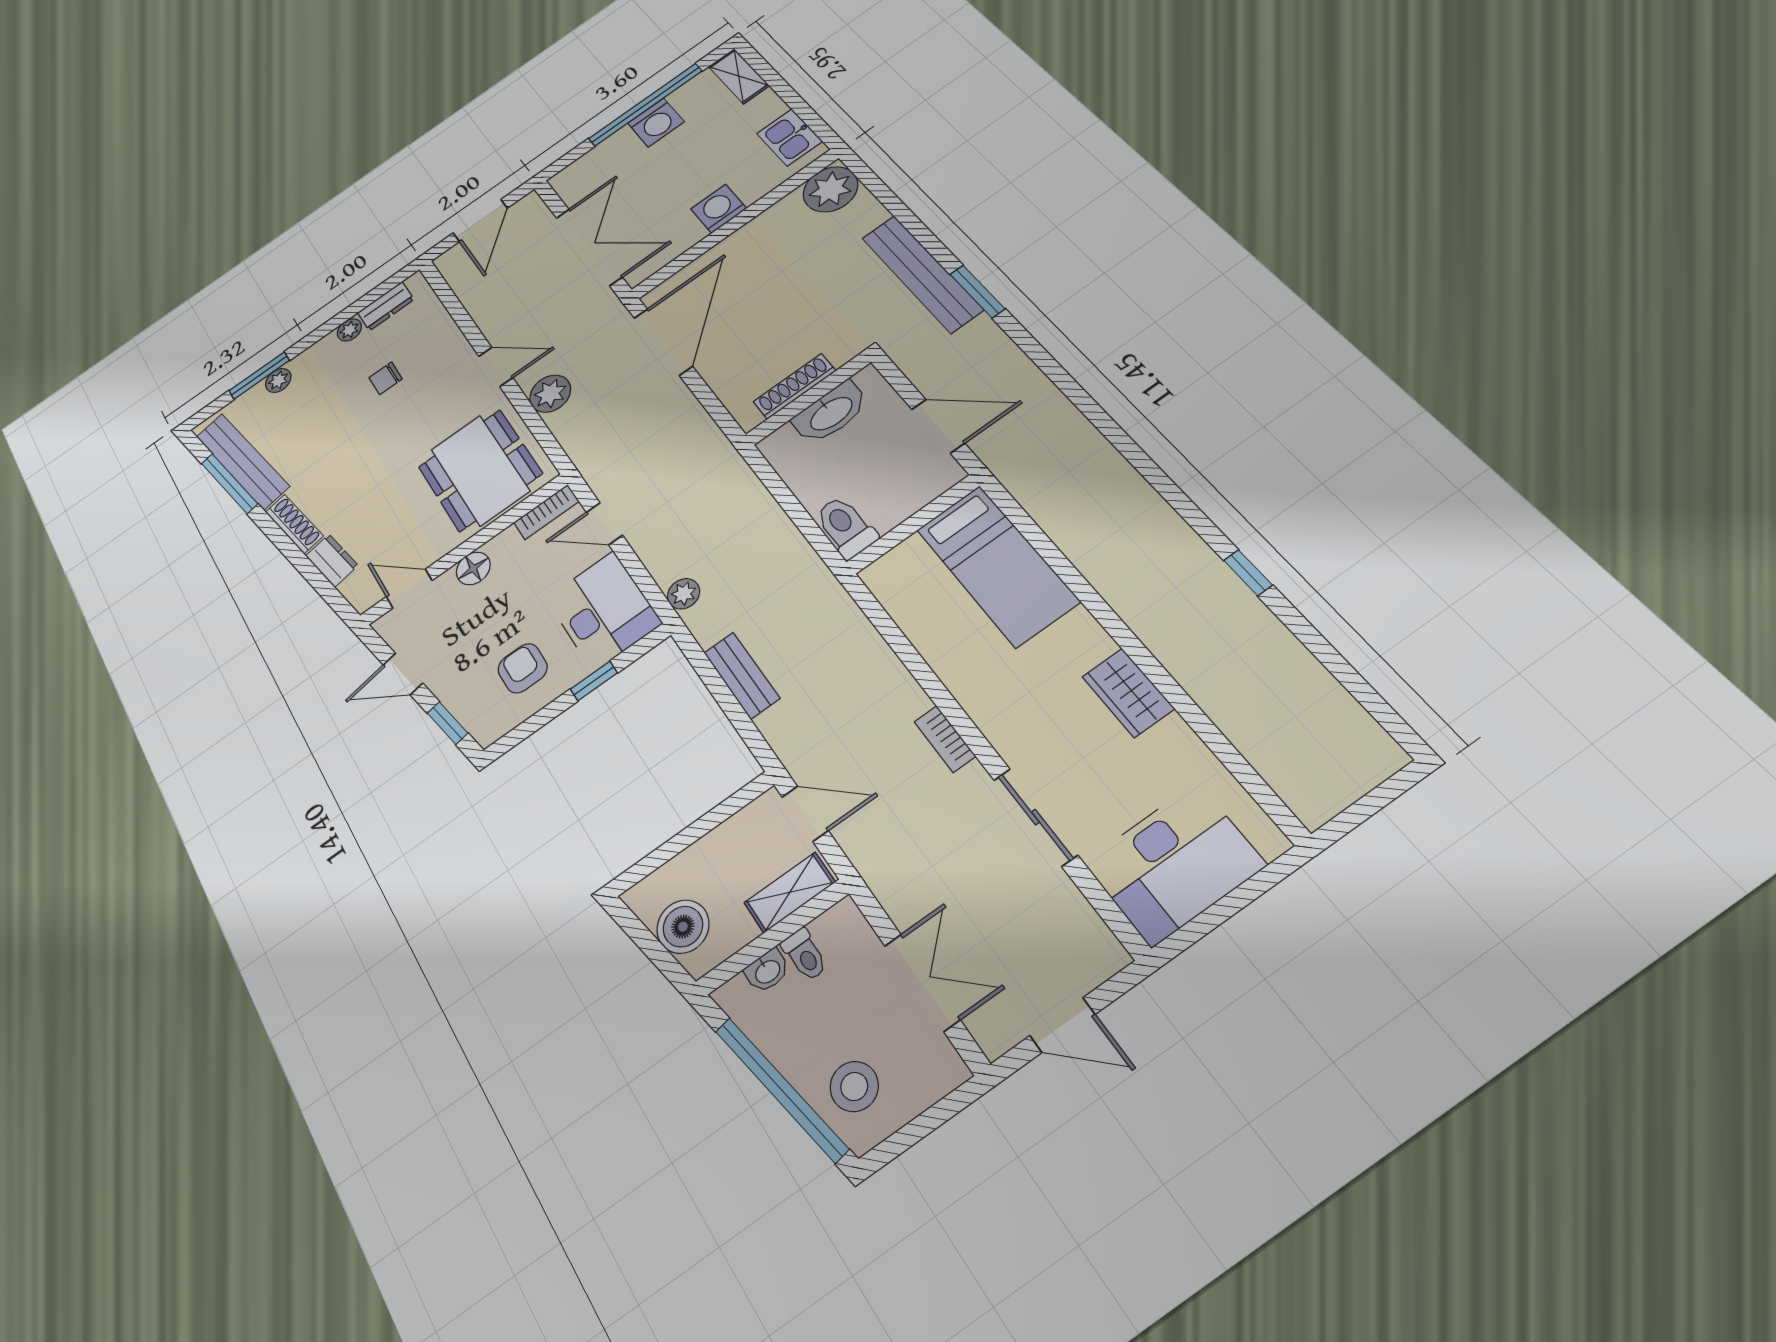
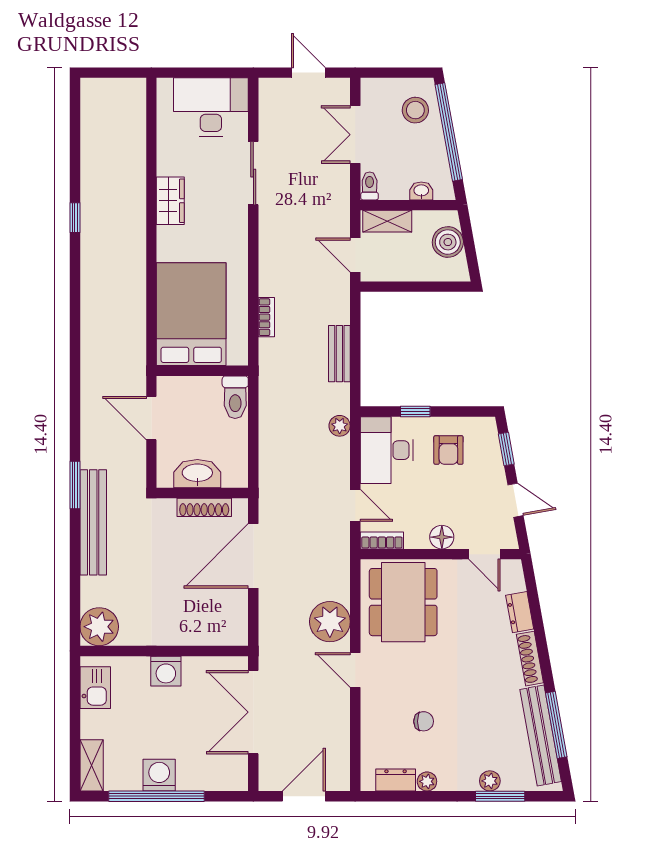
door: (663, 342) -> (253, 556), moved
plant: (550, 394) -> (330, 622), width x1.36, depth x1.36
bed: (997, 565) -> (191, 314), width x1.50
bookcase: (945, 739) -> (266, 317), moved
toilet: (805, 955) -> (370, 186), moved

